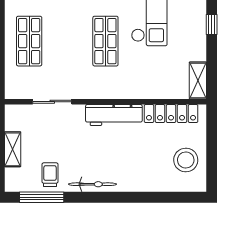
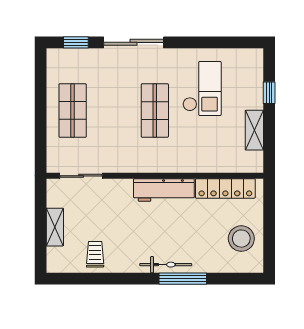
shelving: (198, 80) -> (254, 130), moved
sliding door: (52, 102) -> (81, 176), moved
bicycle: (92, 184) -> (166, 265), moved
window: (42, 197) -> (183, 279), moved

